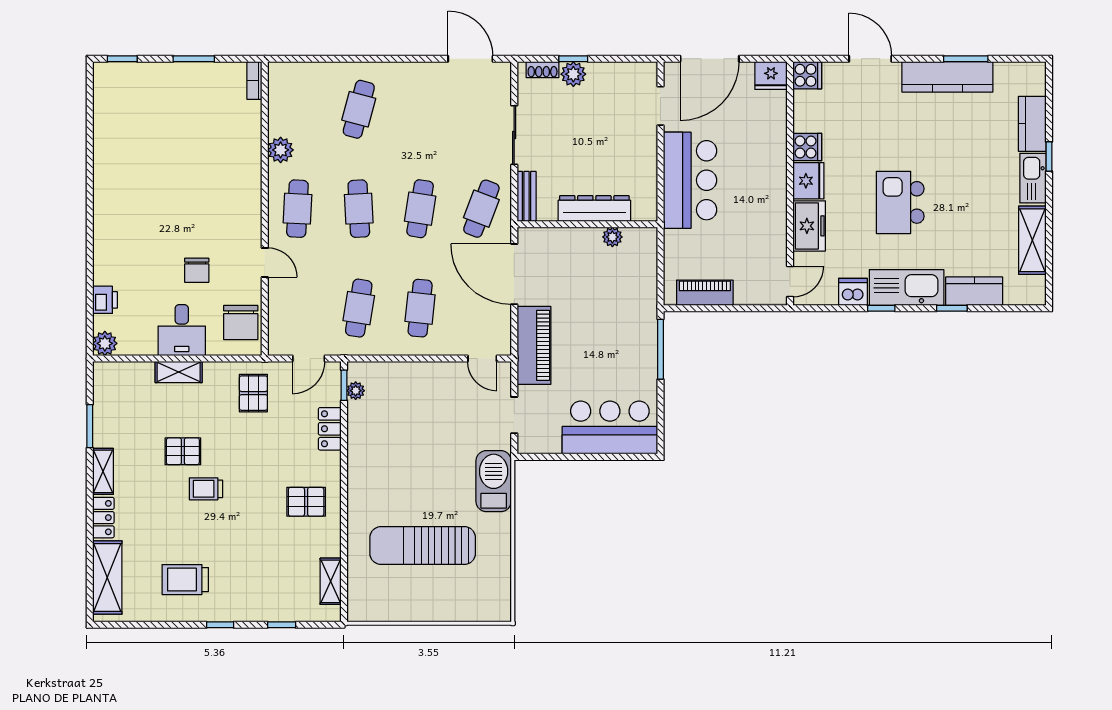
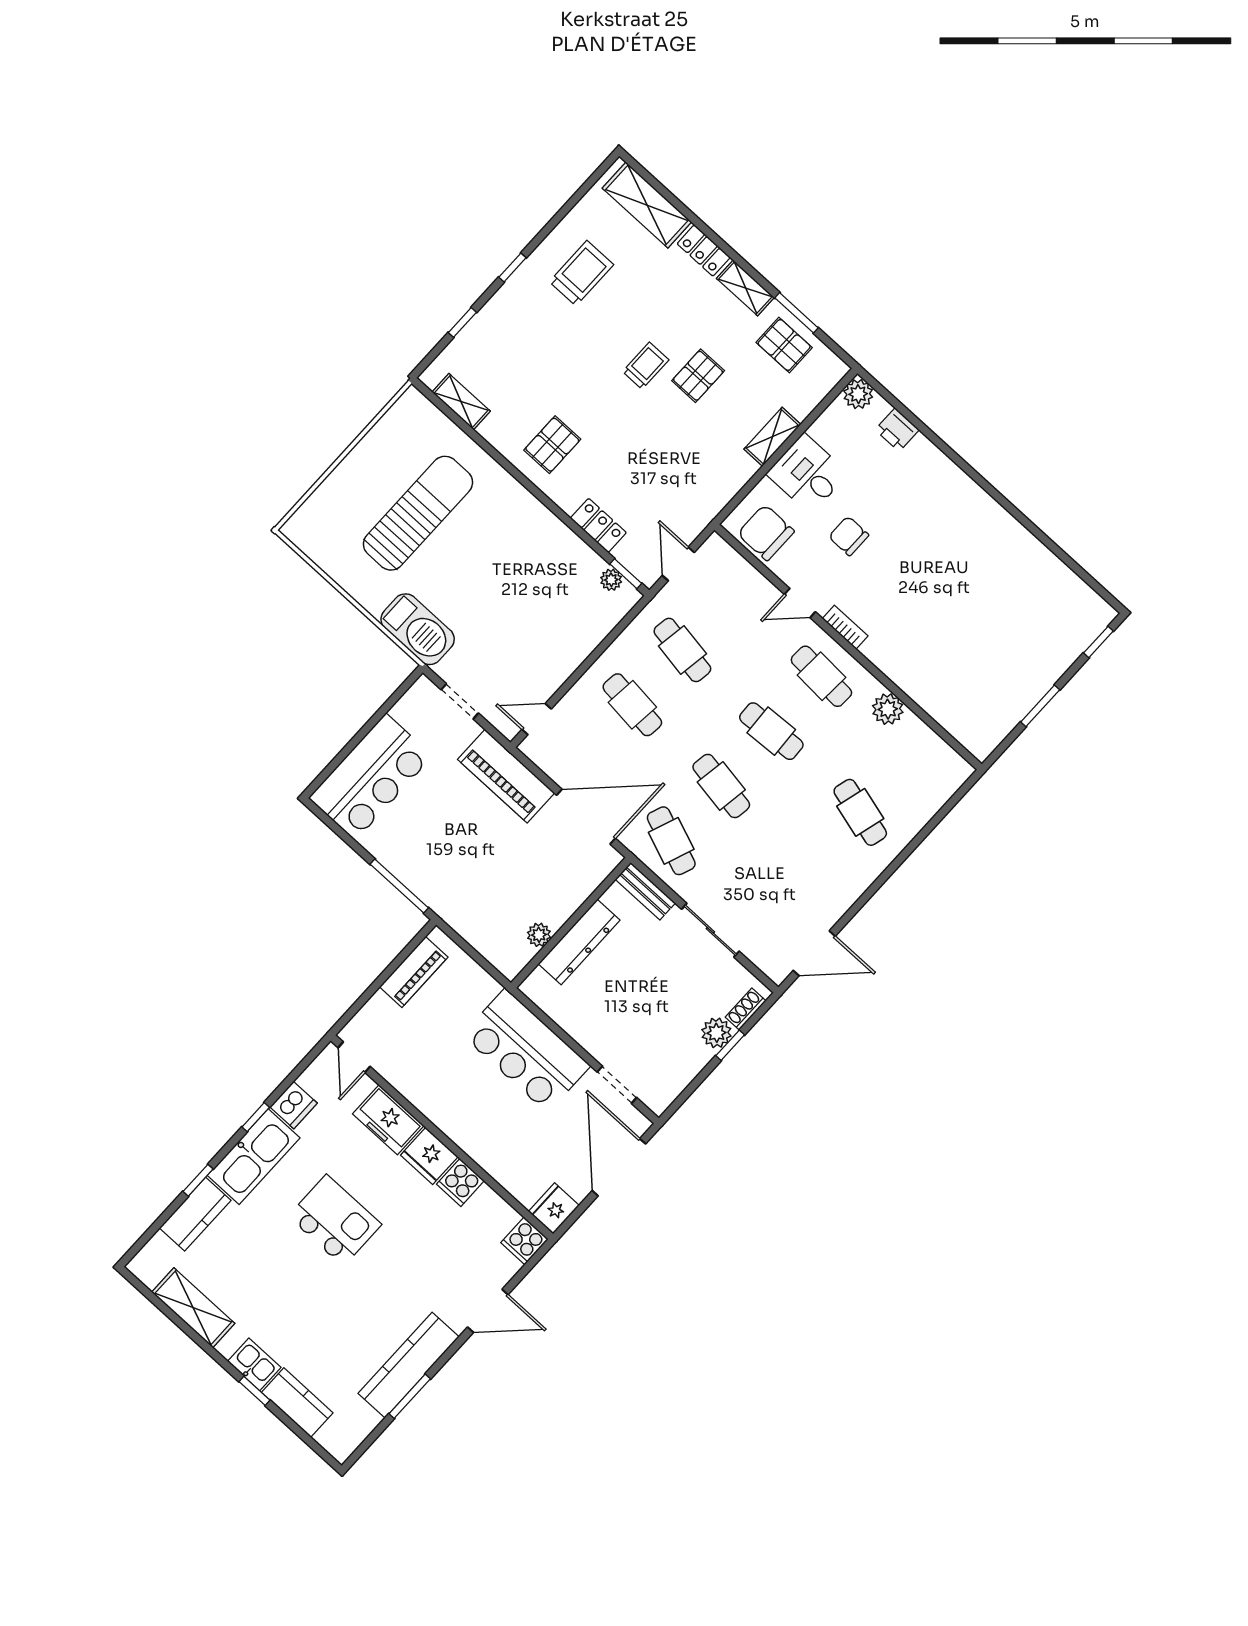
bookcase: (254, 81) -> (845, 627), moved
kitchen sink: (1033, 178) -> (254, 1364), width x0.73
pallet: (253, 393) -> (784, 345), moved

